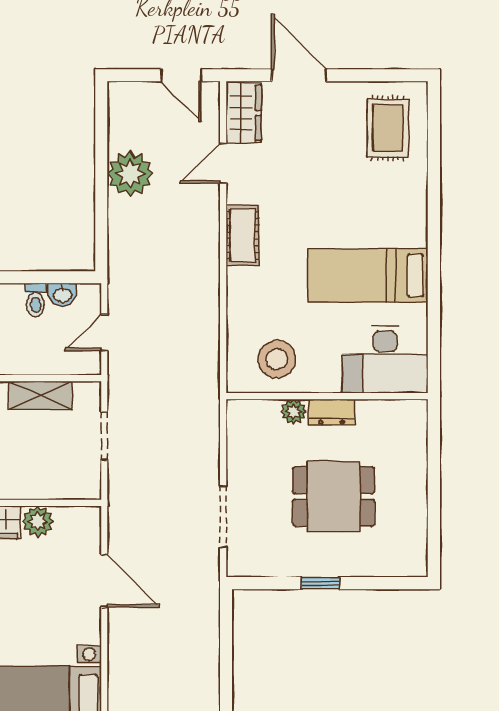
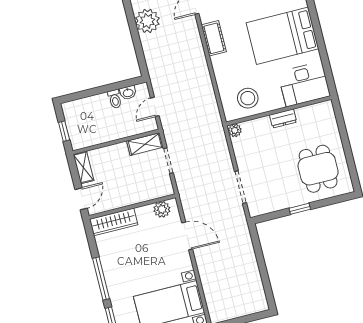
bed: (368, 275) -> (283, 36), width x1.50
shelving: (40, 395) -> (145, 144), moved
plant: (294, 411) -> (235, 130), moved
dining table: (334, 496) -> (318, 169), moved, turned 90
plant: (38, 521) -> (162, 209), moved

